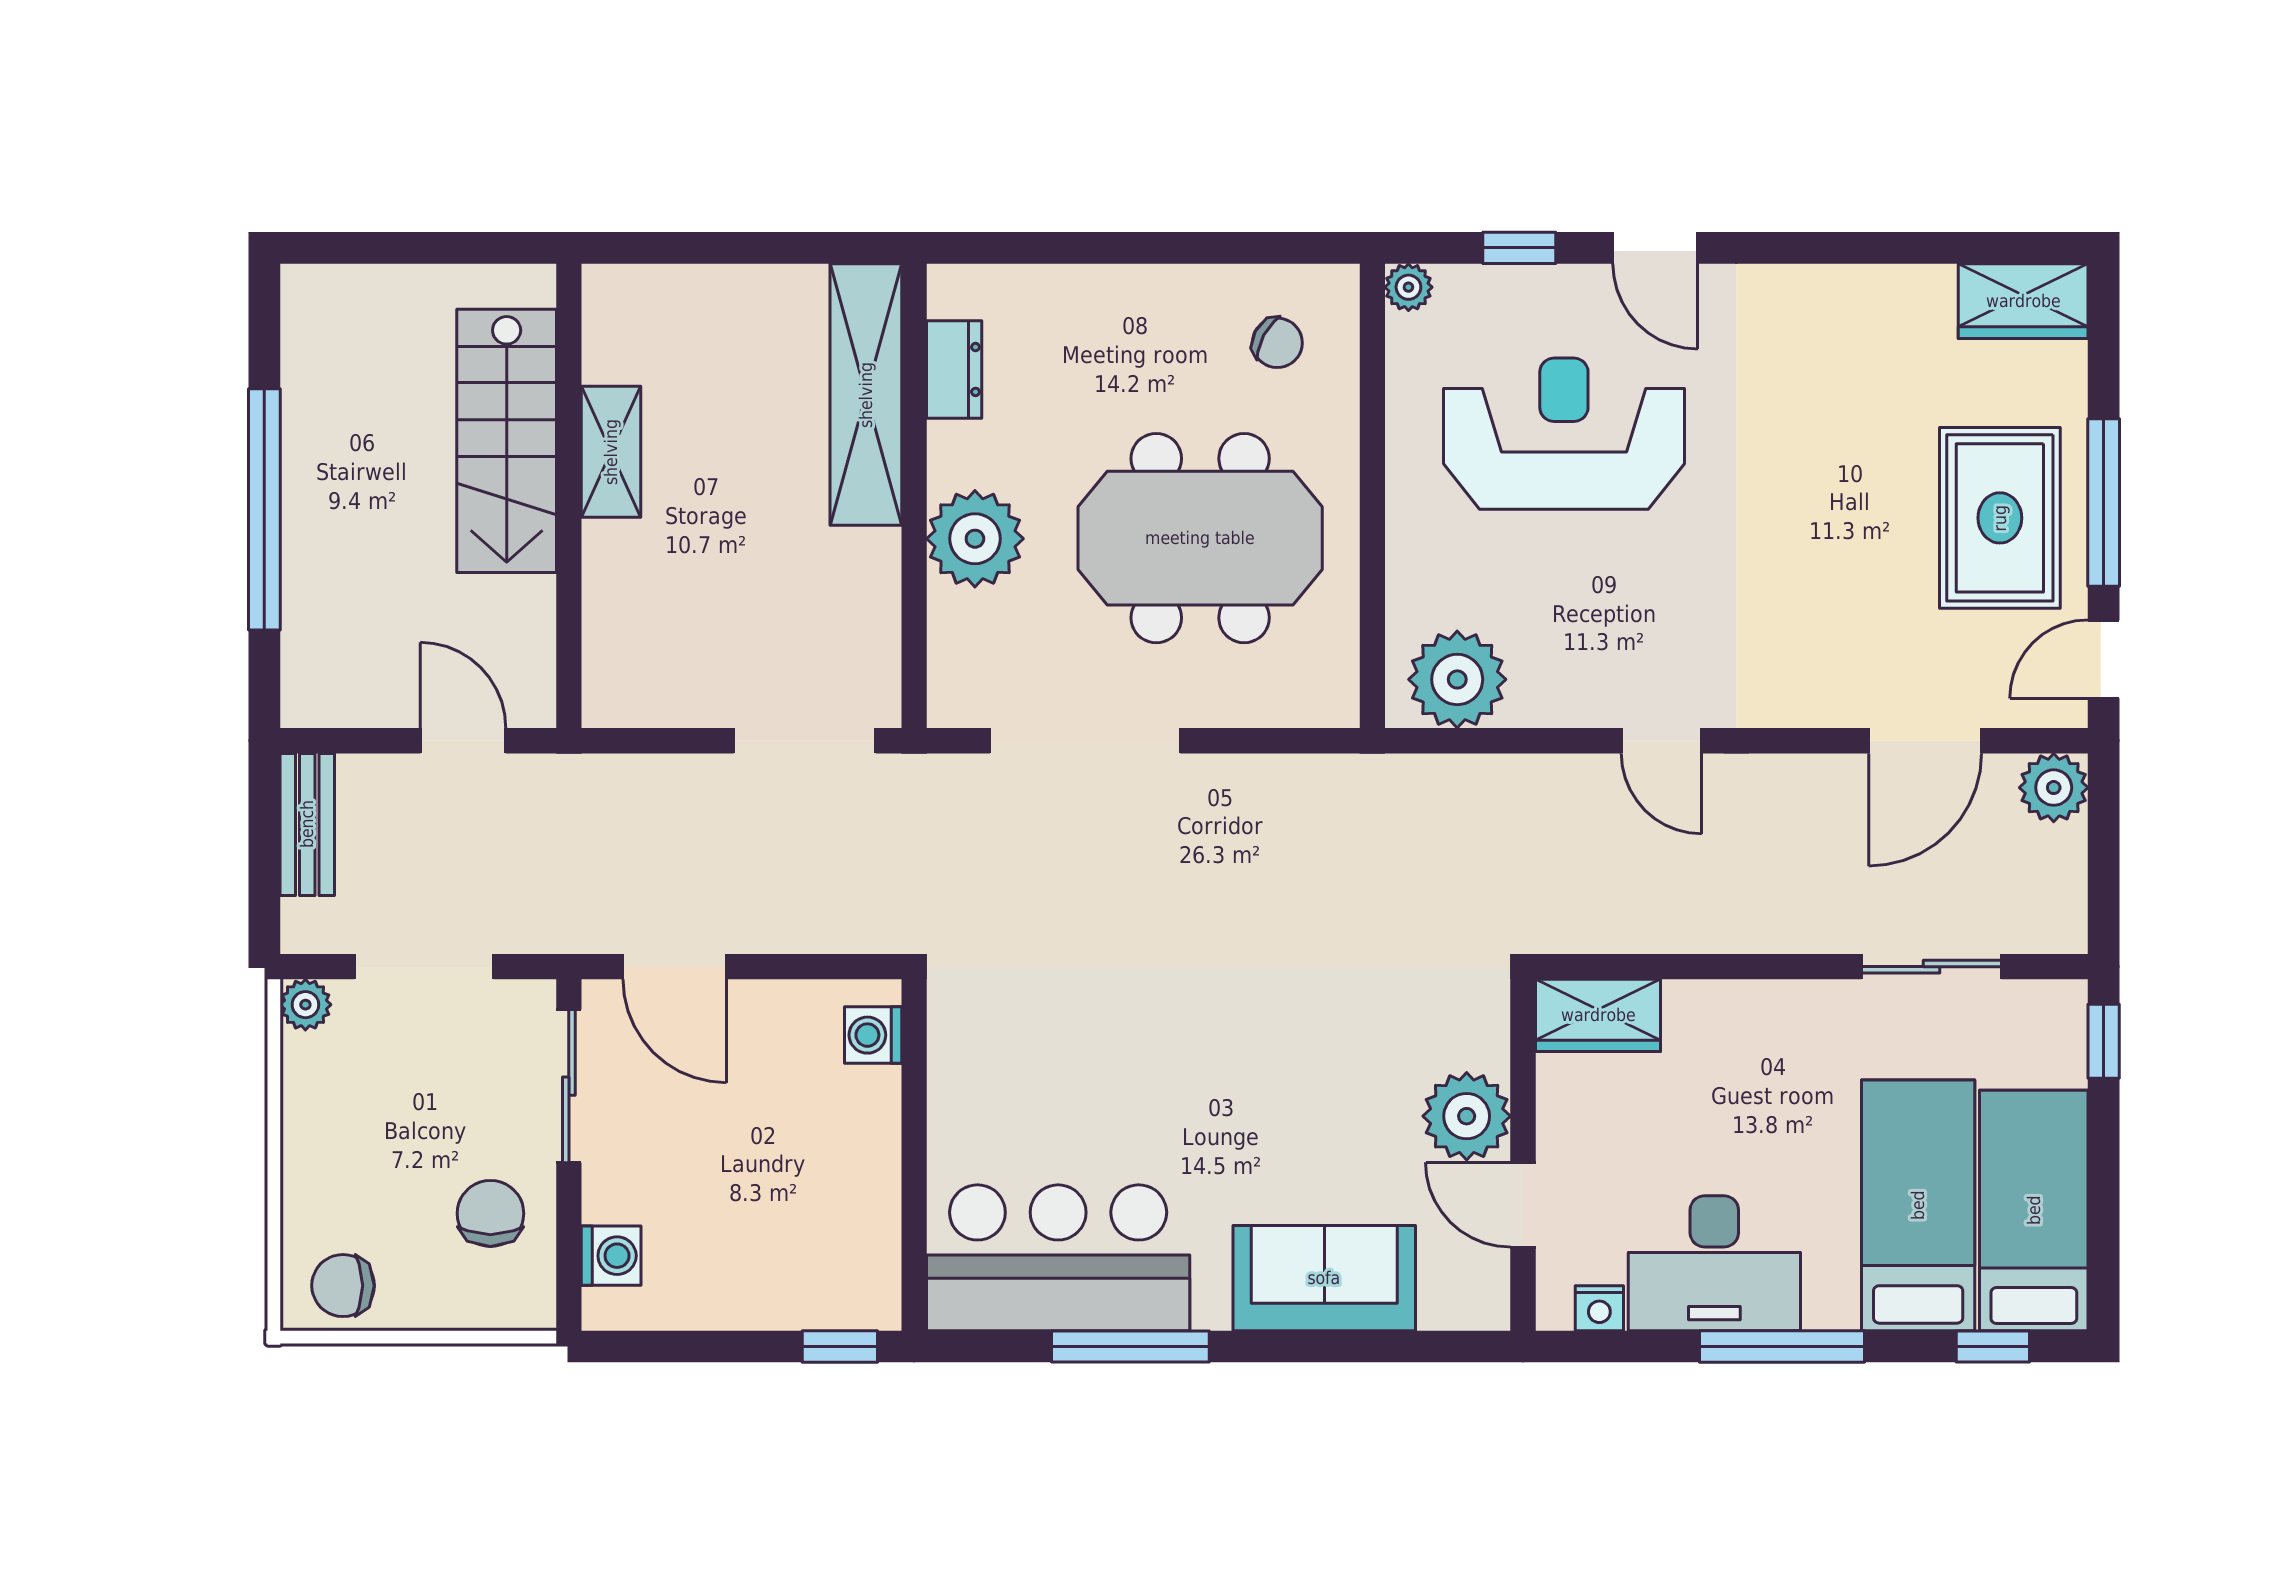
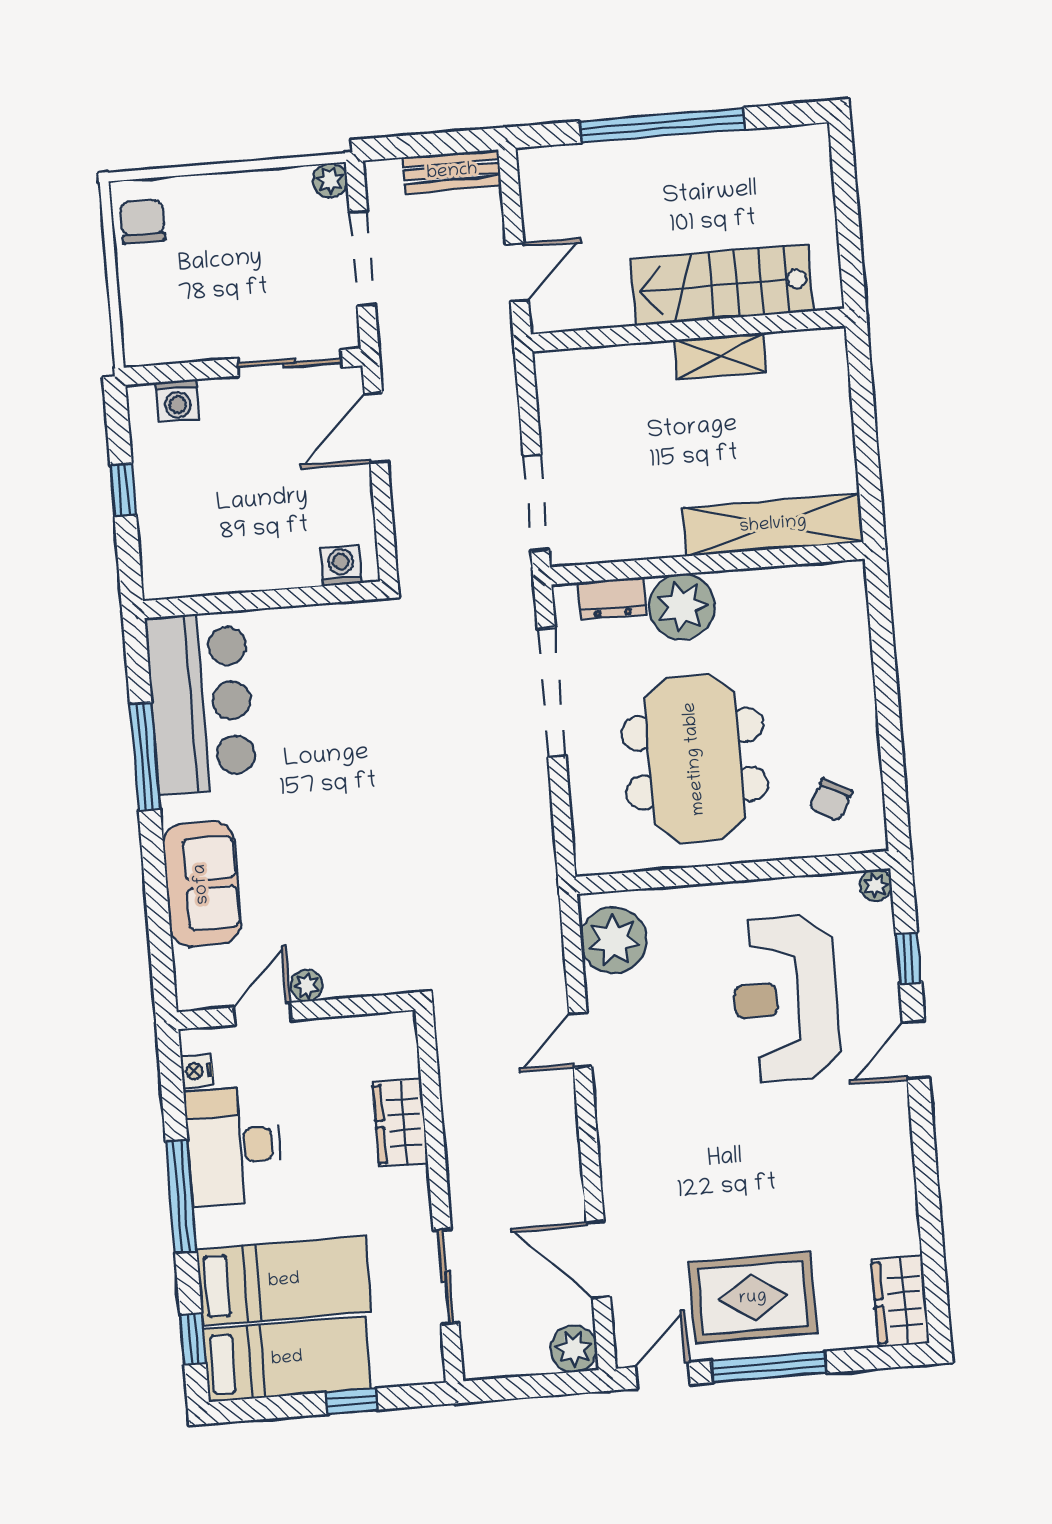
dresser: (954, 369) -> (612, 598), moved
reception desk: (1564, 434) -> (785, 999), turned 180
door: (2104, 659) -> (663, 1376), hinge flipped
door: (1661, 741) -> (580, 1040), moved
wardrobe: (1598, 1015) -> (400, 1123), moved
window: (2104, 1041) -> (352, 1401), moved
plant: (1467, 1116) -> (306, 986), width x0.53, depth x0.53
chair: (490, 1213) -> (199, 317), removed
window: (840, 1346) -> (123, 490), moved

